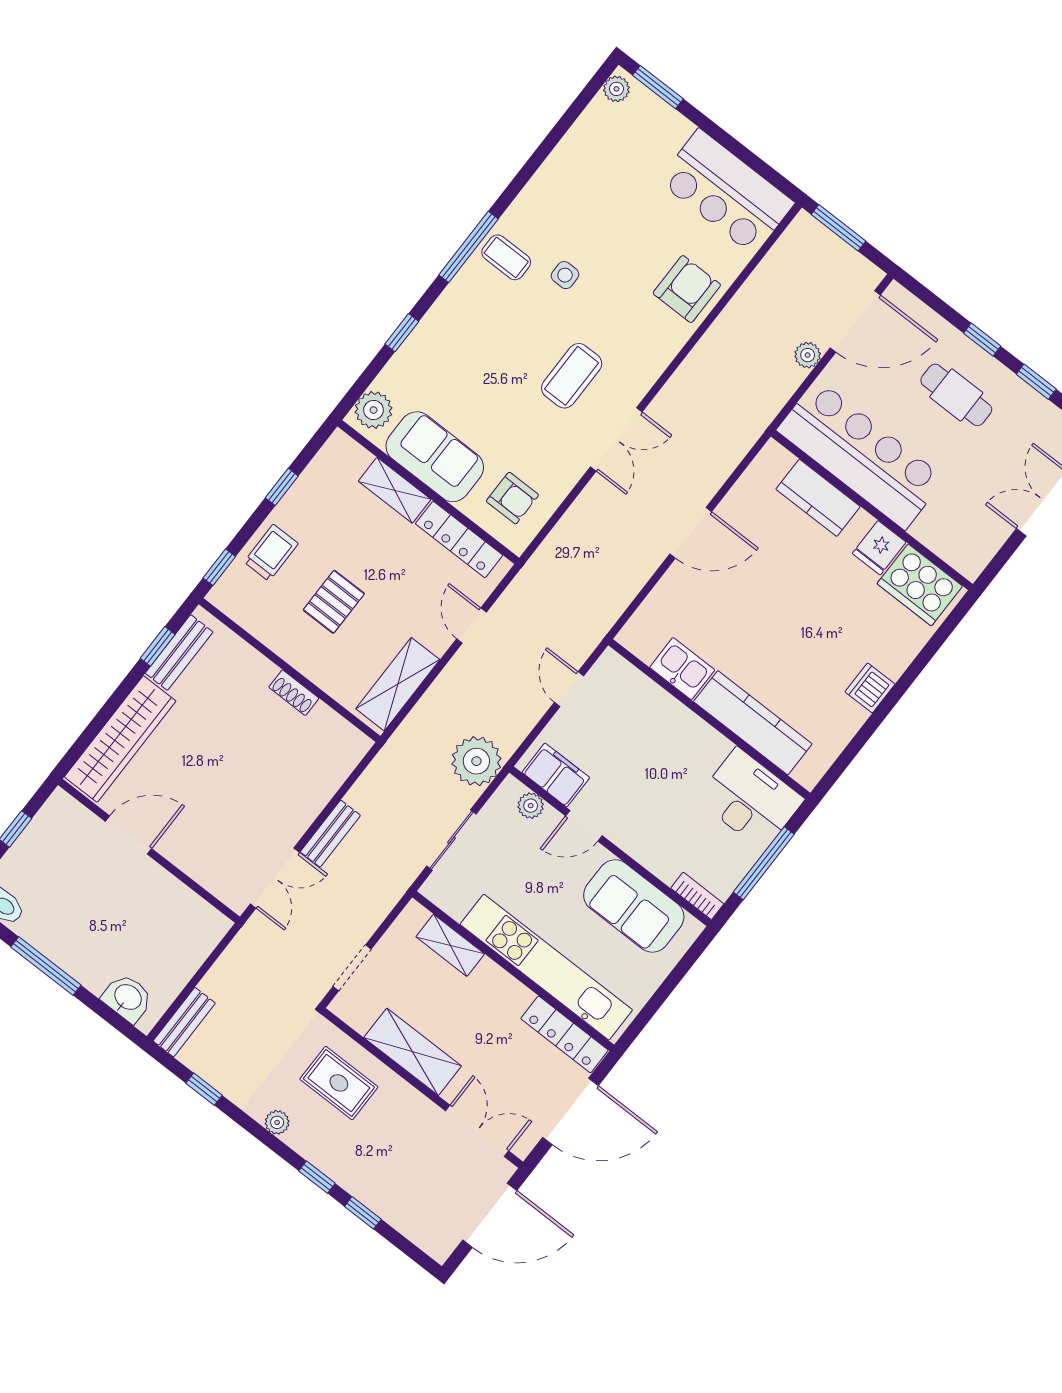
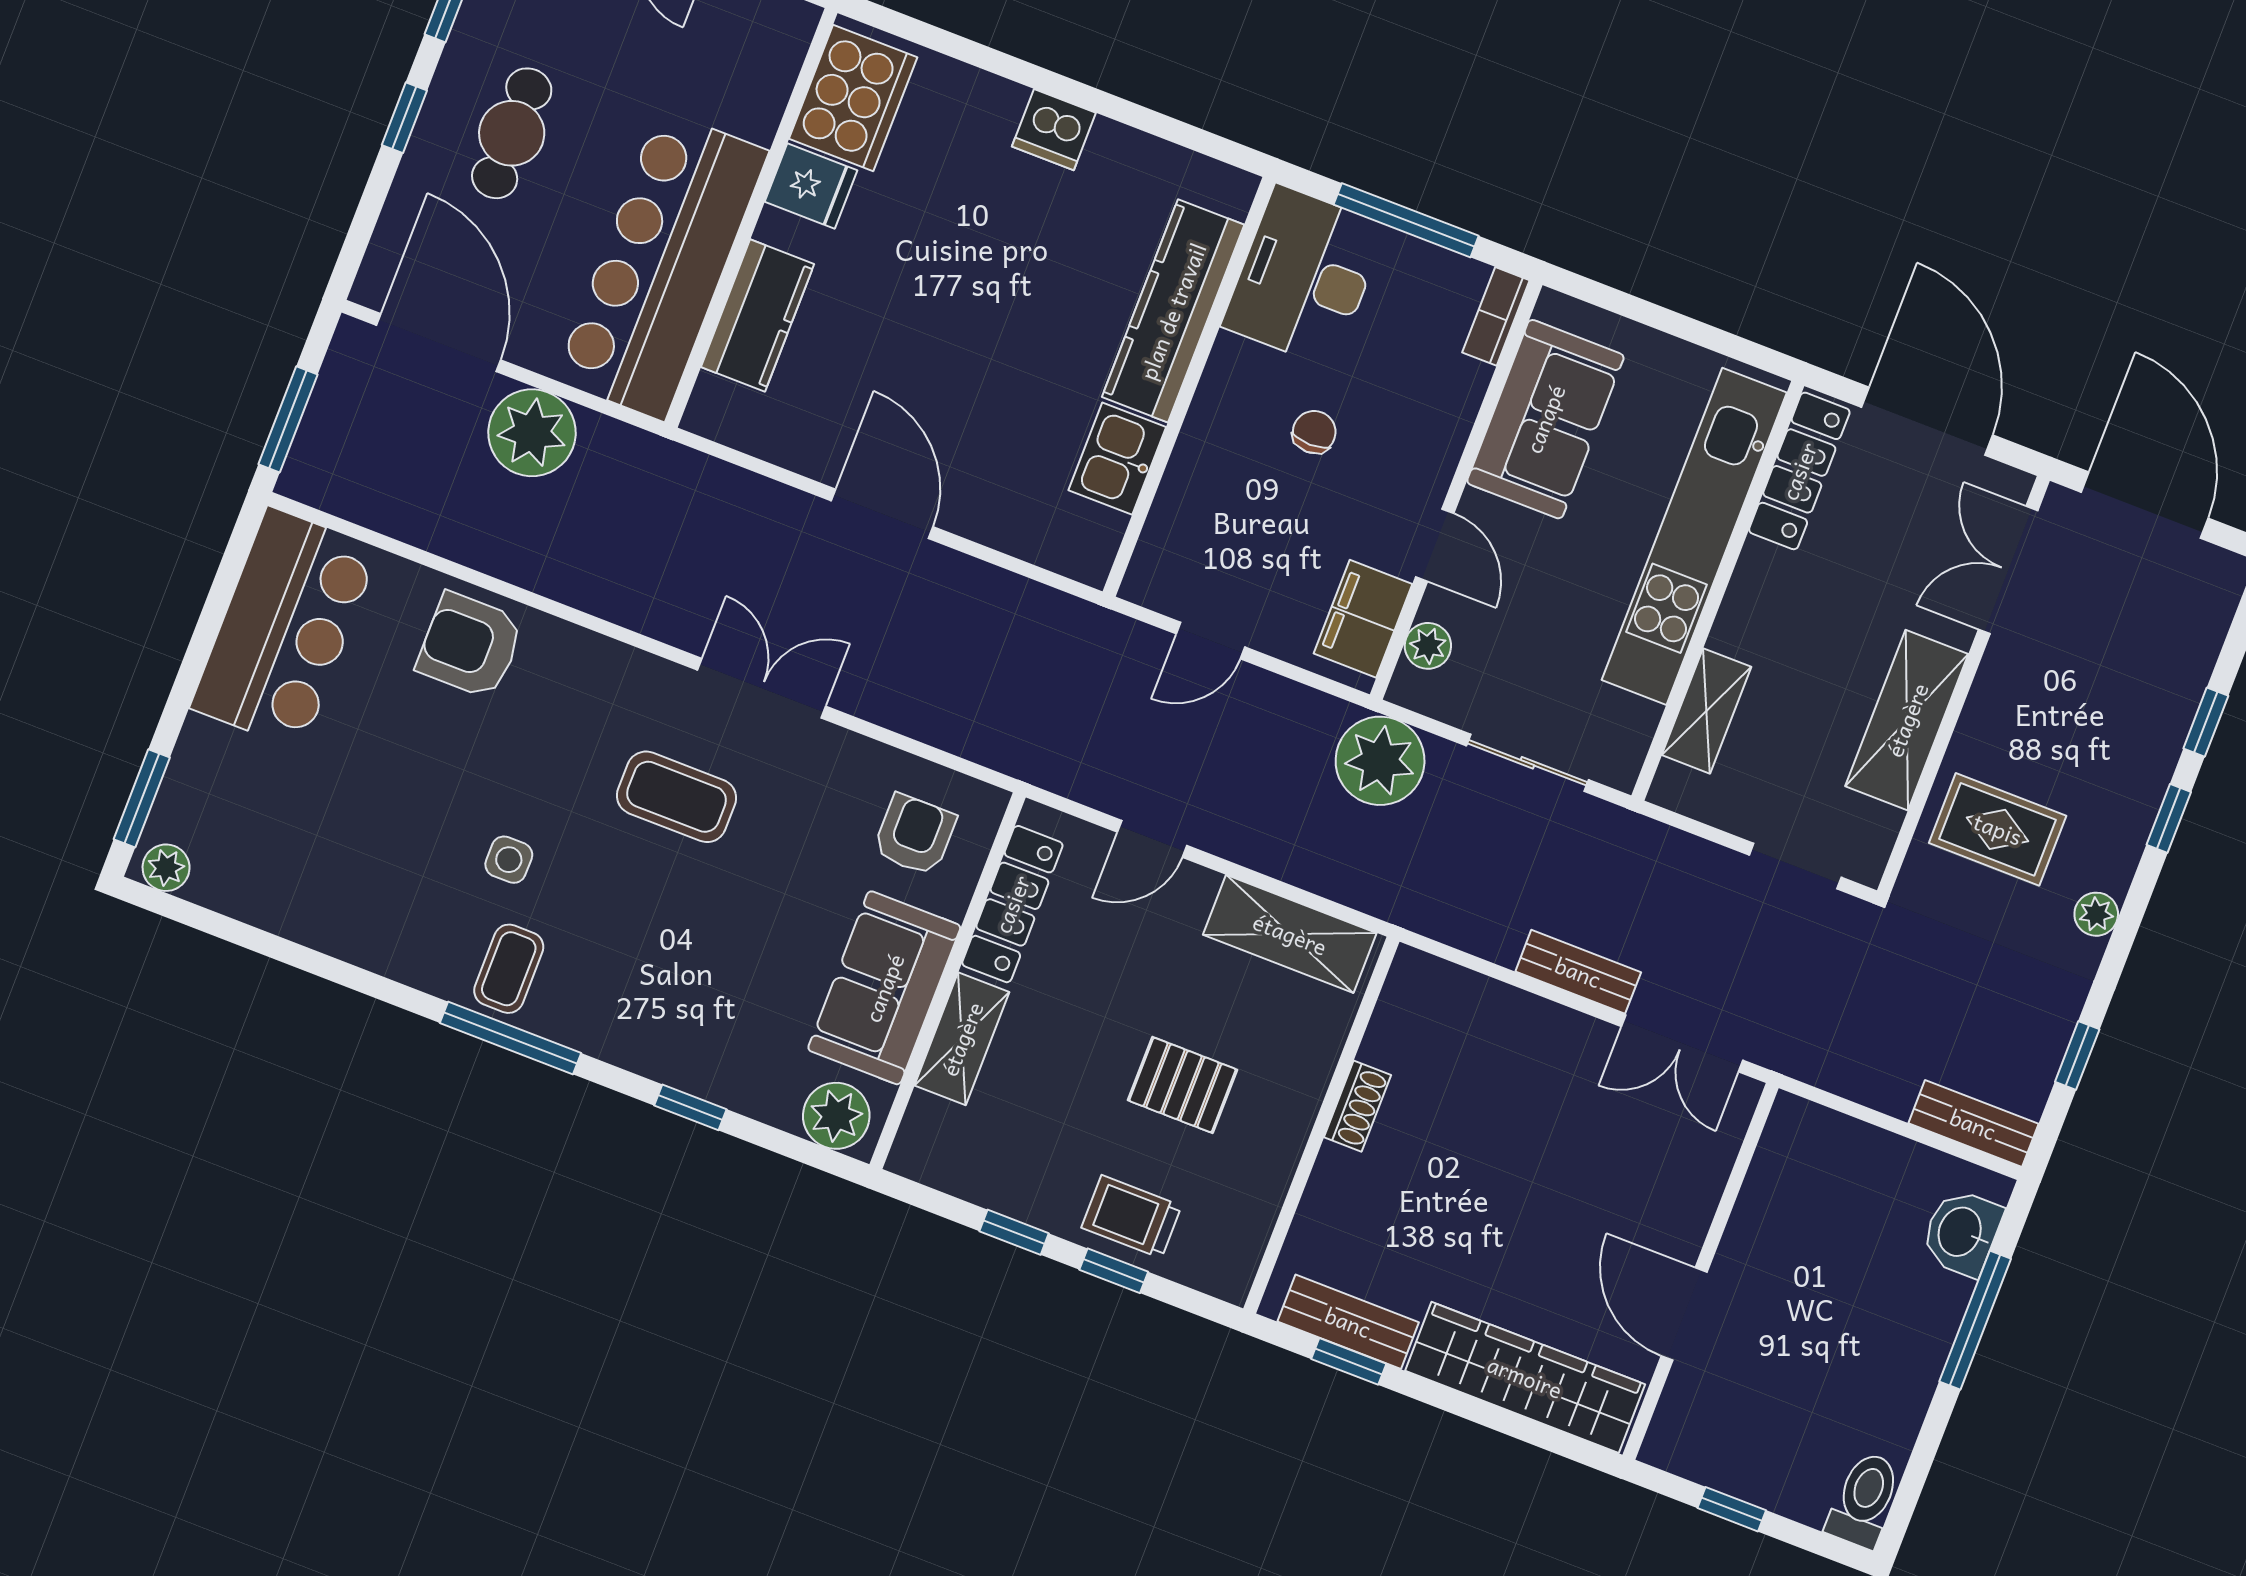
plant: (808, 355) -> (532, 433), width x1.88, depth x1.88
window: (219, 567) -> (1114, 1271), moved
chair: (664, 779) -> (1314, 432), added
double door: (275, 878) -> (1682, 1043), swing flipped
window: (46, 966) -> (1975, 1320), moved
rug: (339, 1083) -> (1998, 829), turned 90

